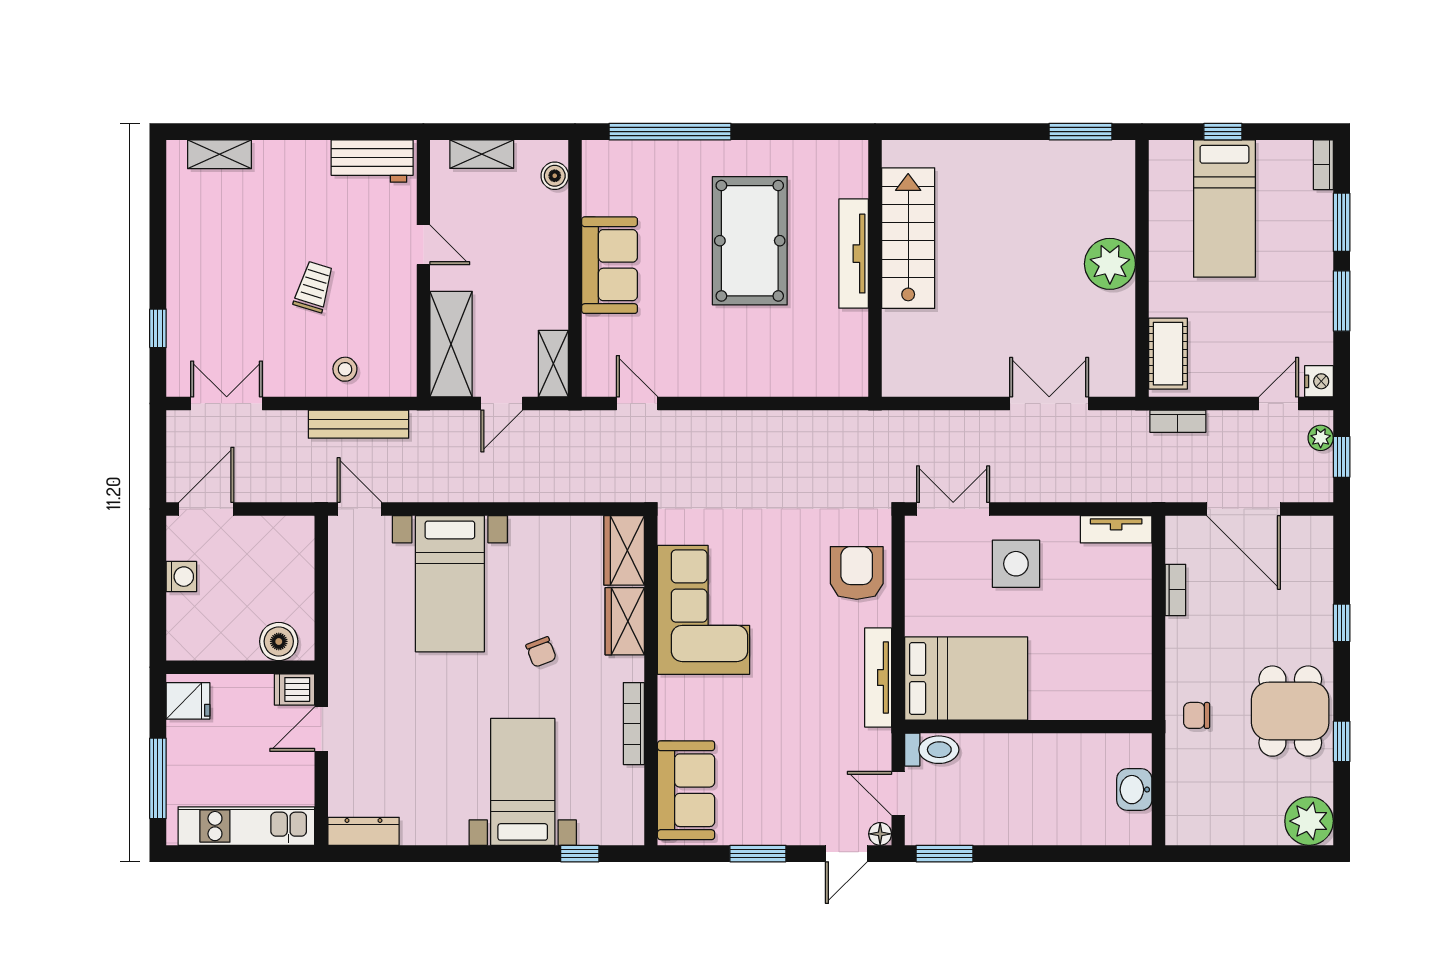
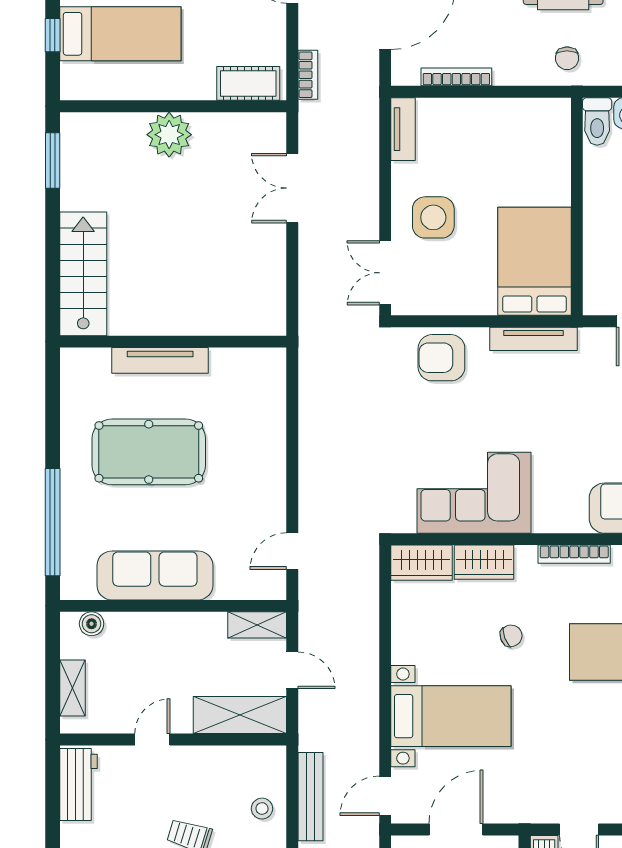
stairs: (908, 238) -> (83, 274), moved, turned 90
sofa: (610, 265) -> (155, 575), width x1.36
door: (321, 589) -> (456, 830), added
bookcase: (1175, 590) -> (456, 77), width x1.56
toilet: (932, 750) -> (597, 121), moved, turned 180

